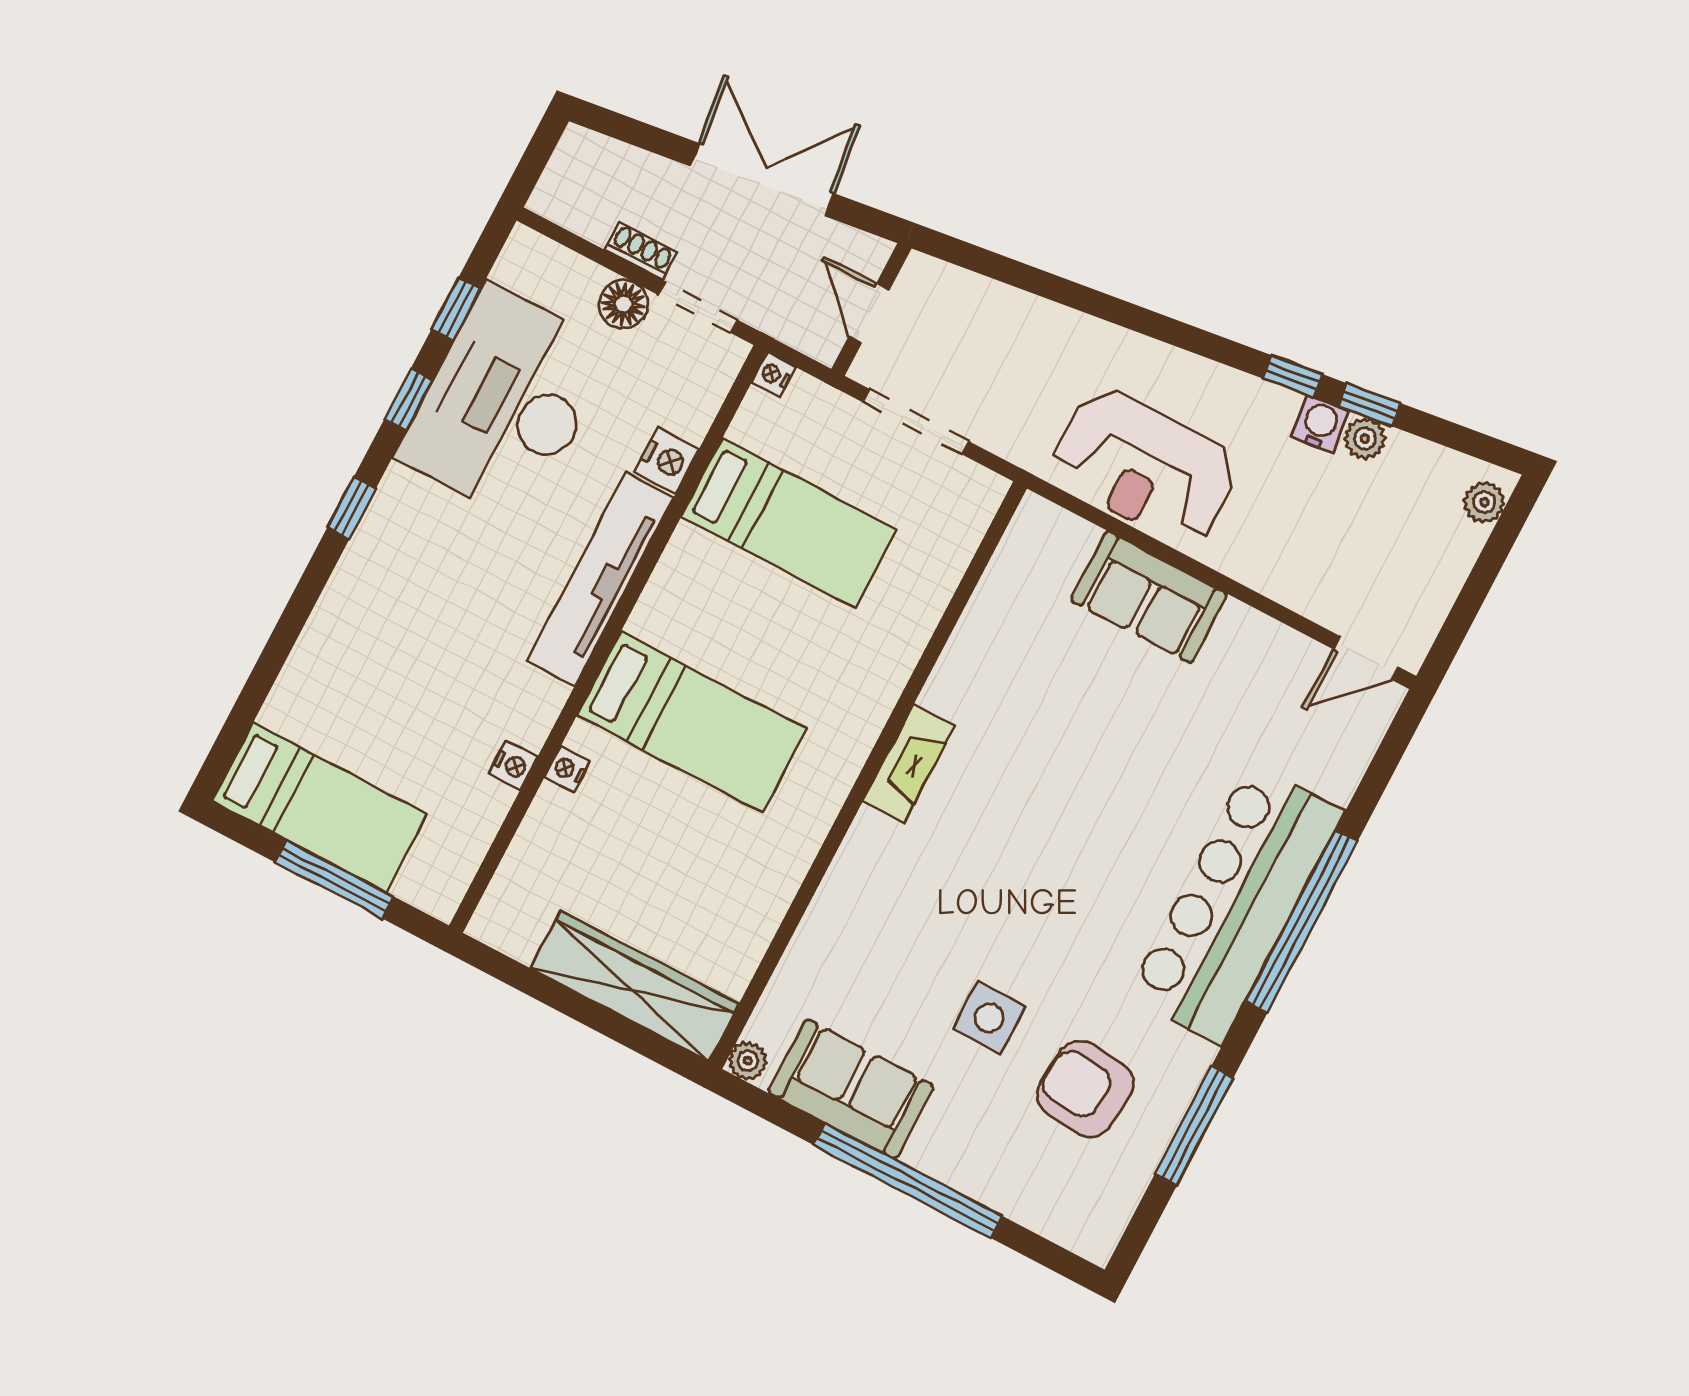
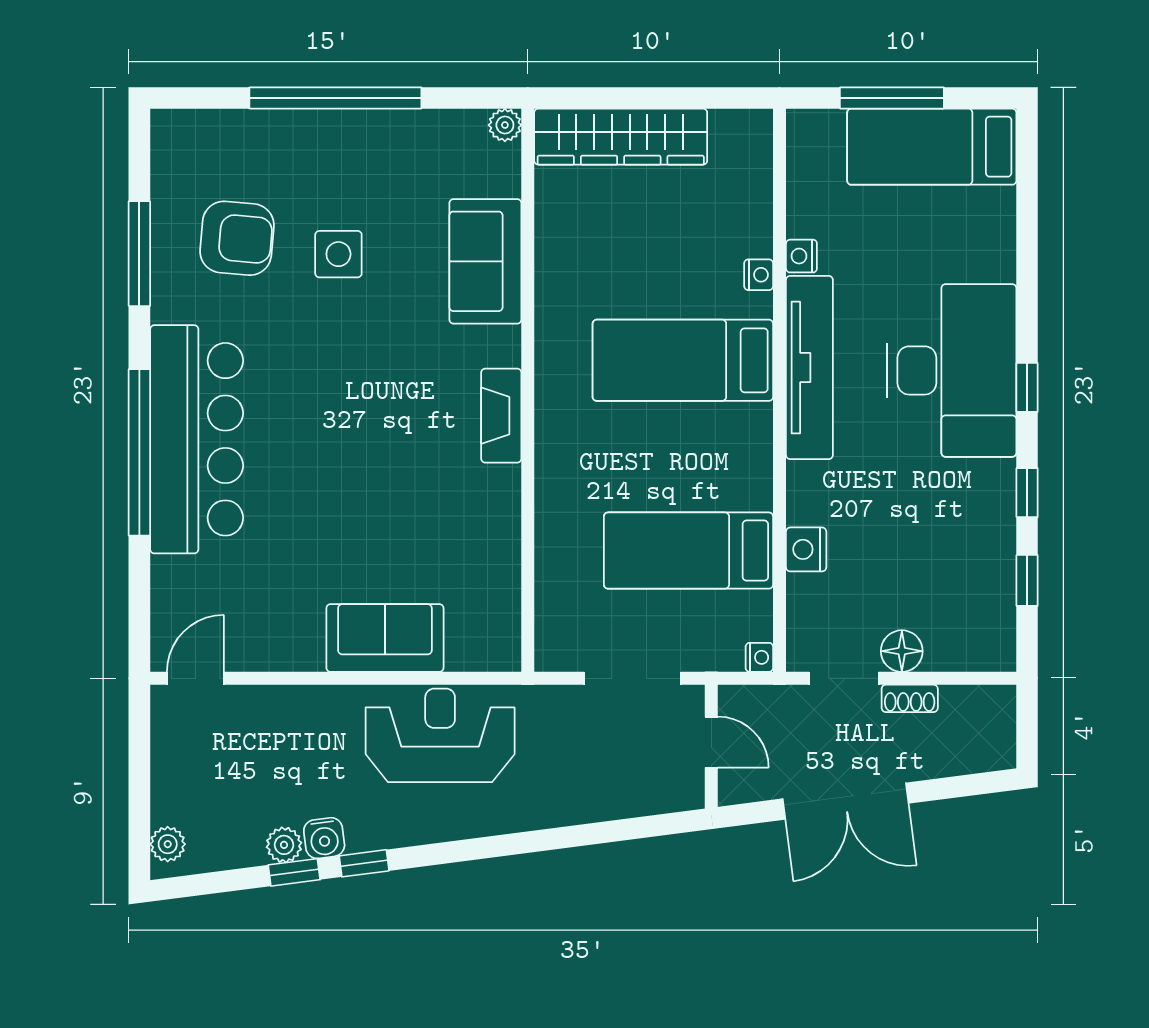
desk: (506, 403) -> (952, 370), moved
tv unit: (600, 579) -> (809, 368), moved
sofa: (851, 1089) -> (485, 261), moved, turned 90

